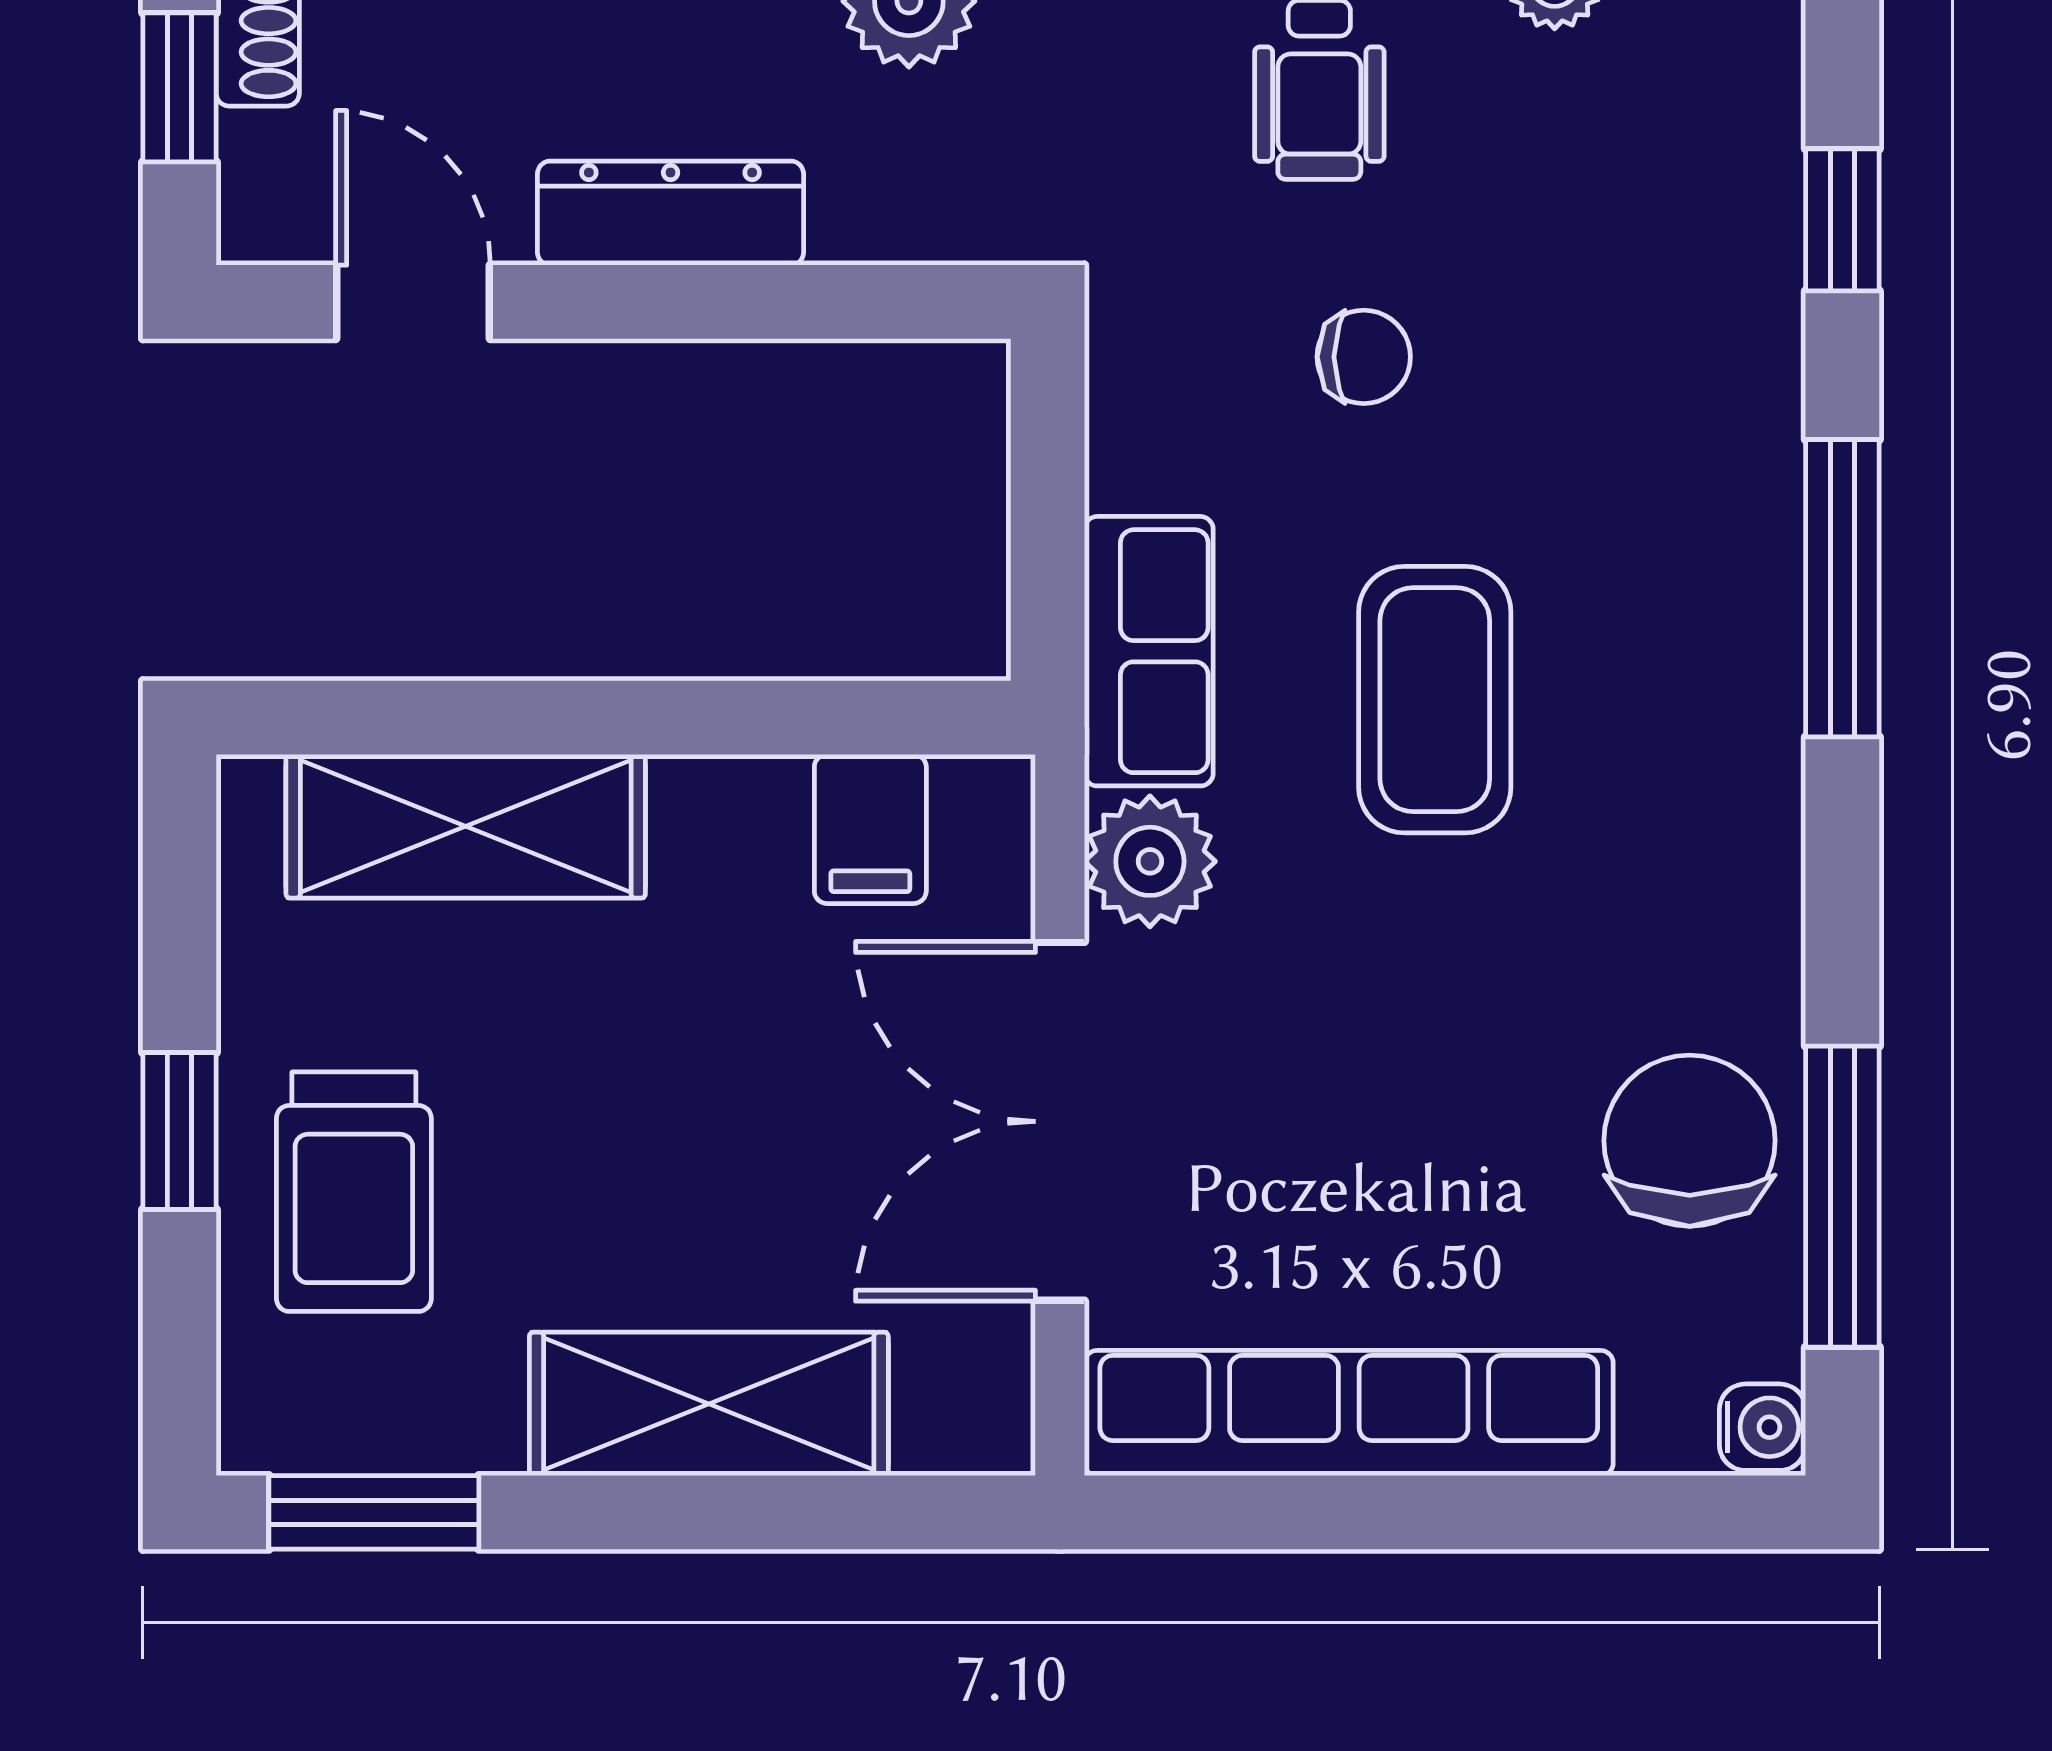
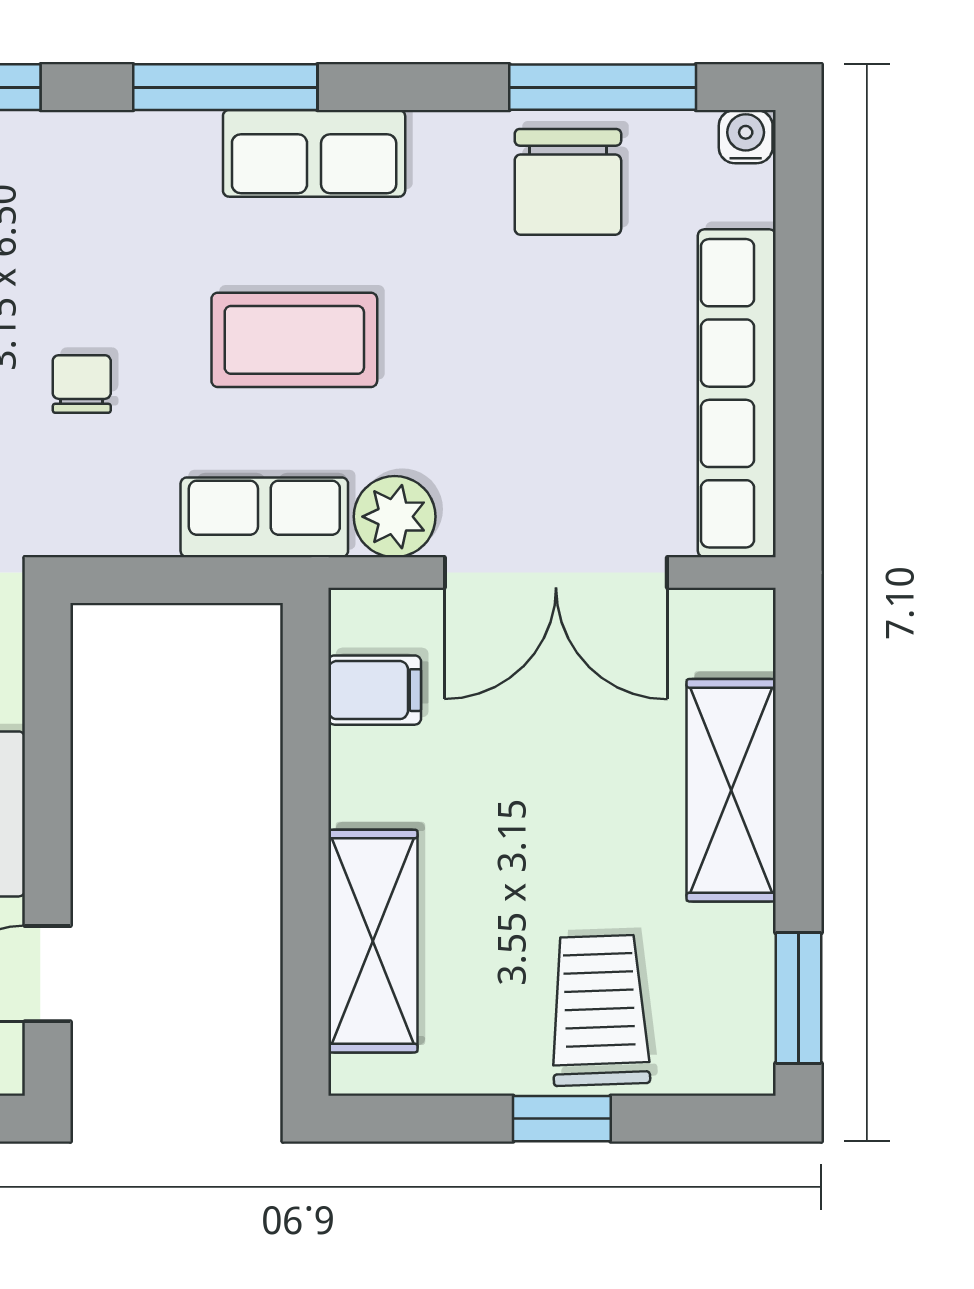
row of seats: (1736, 731) -> (314, 153), added
chair: (1690, 1141) -> (568, 182), turned -90
trolley: (354, 1192) -> (600, 1010), turned -92

